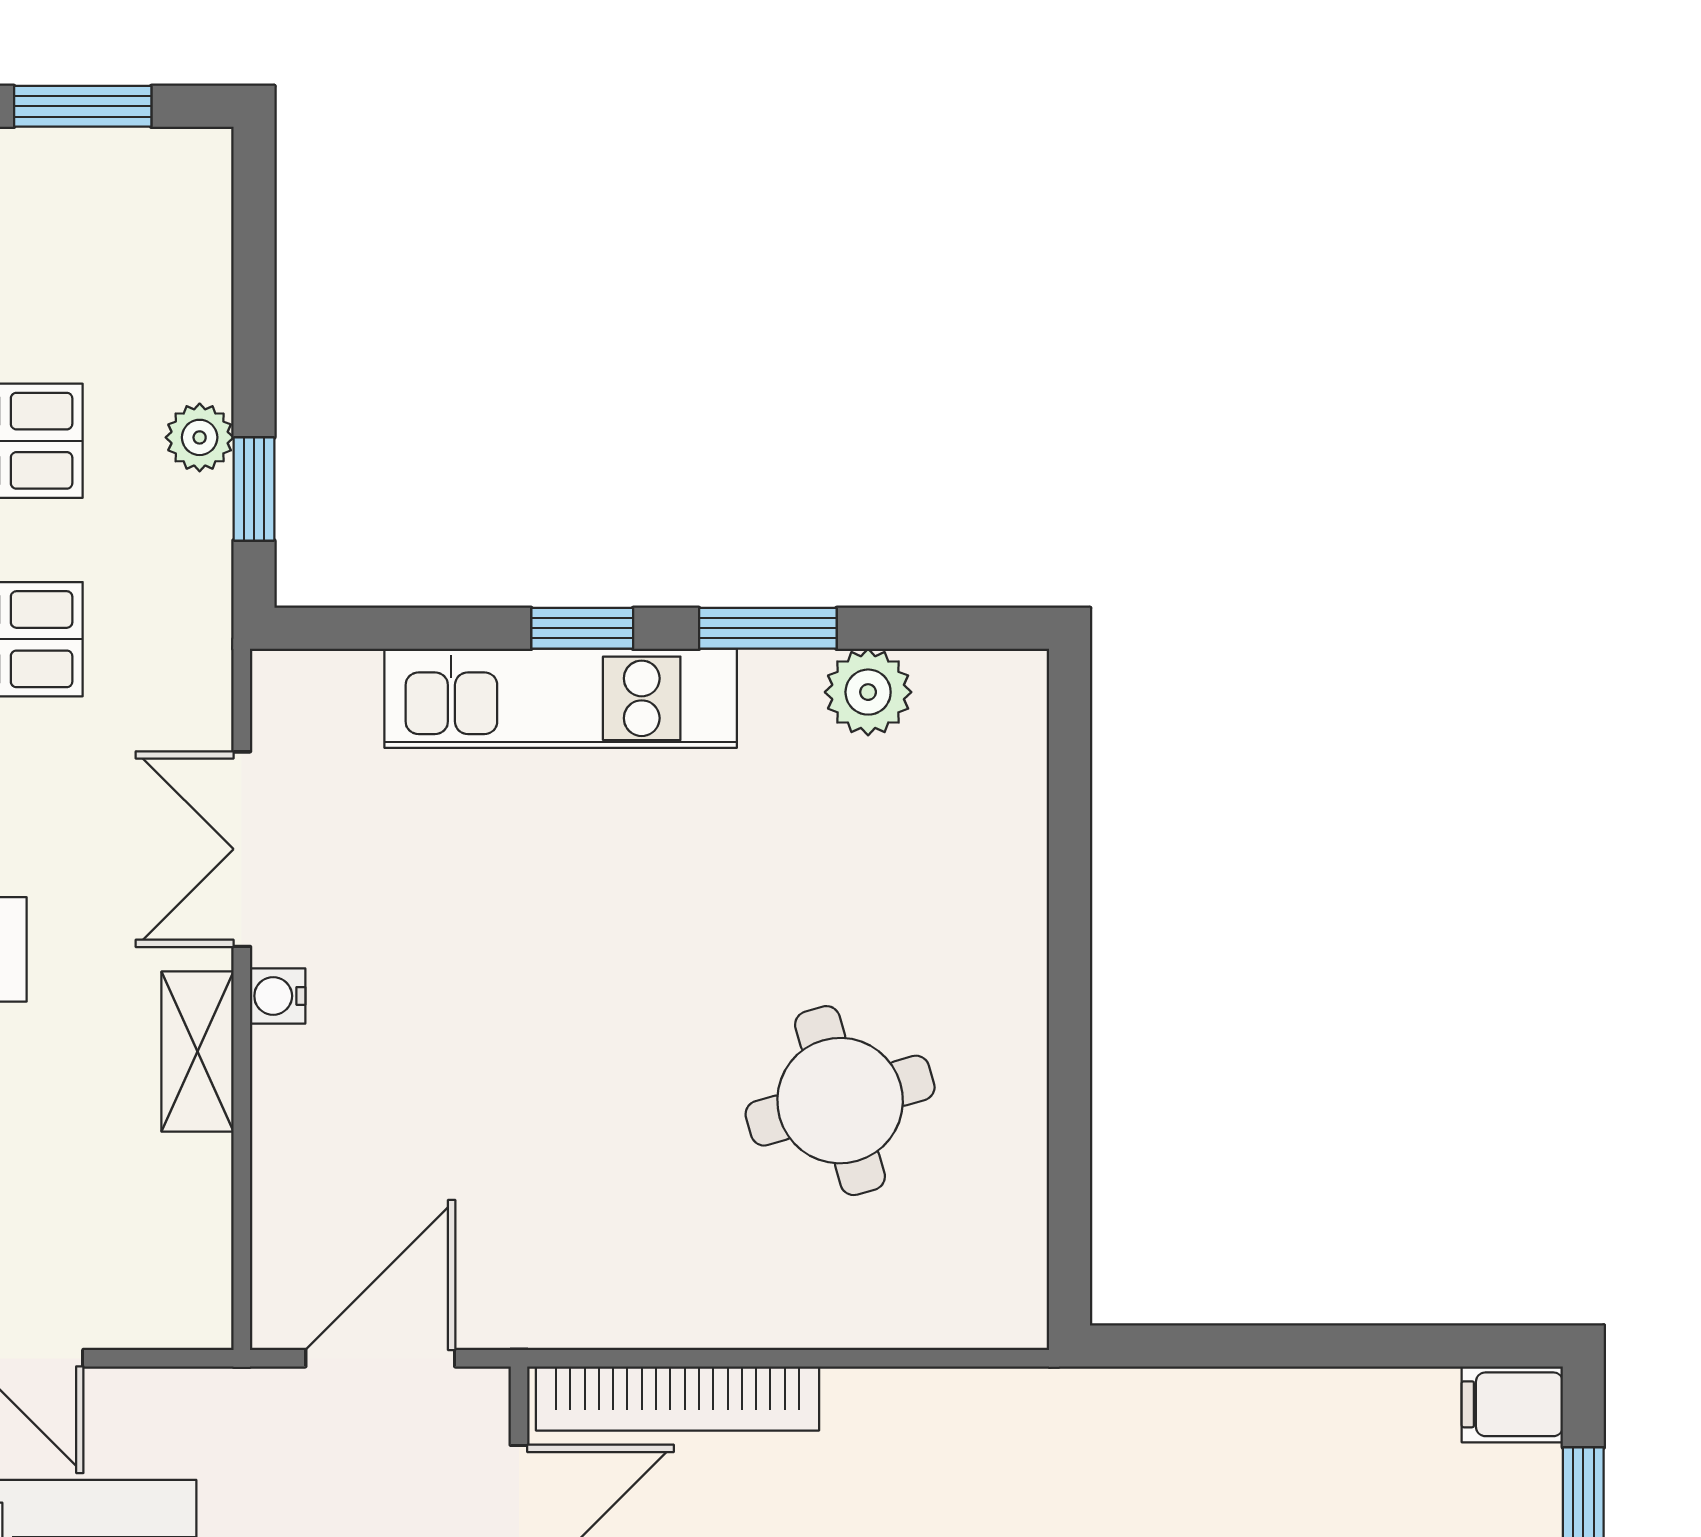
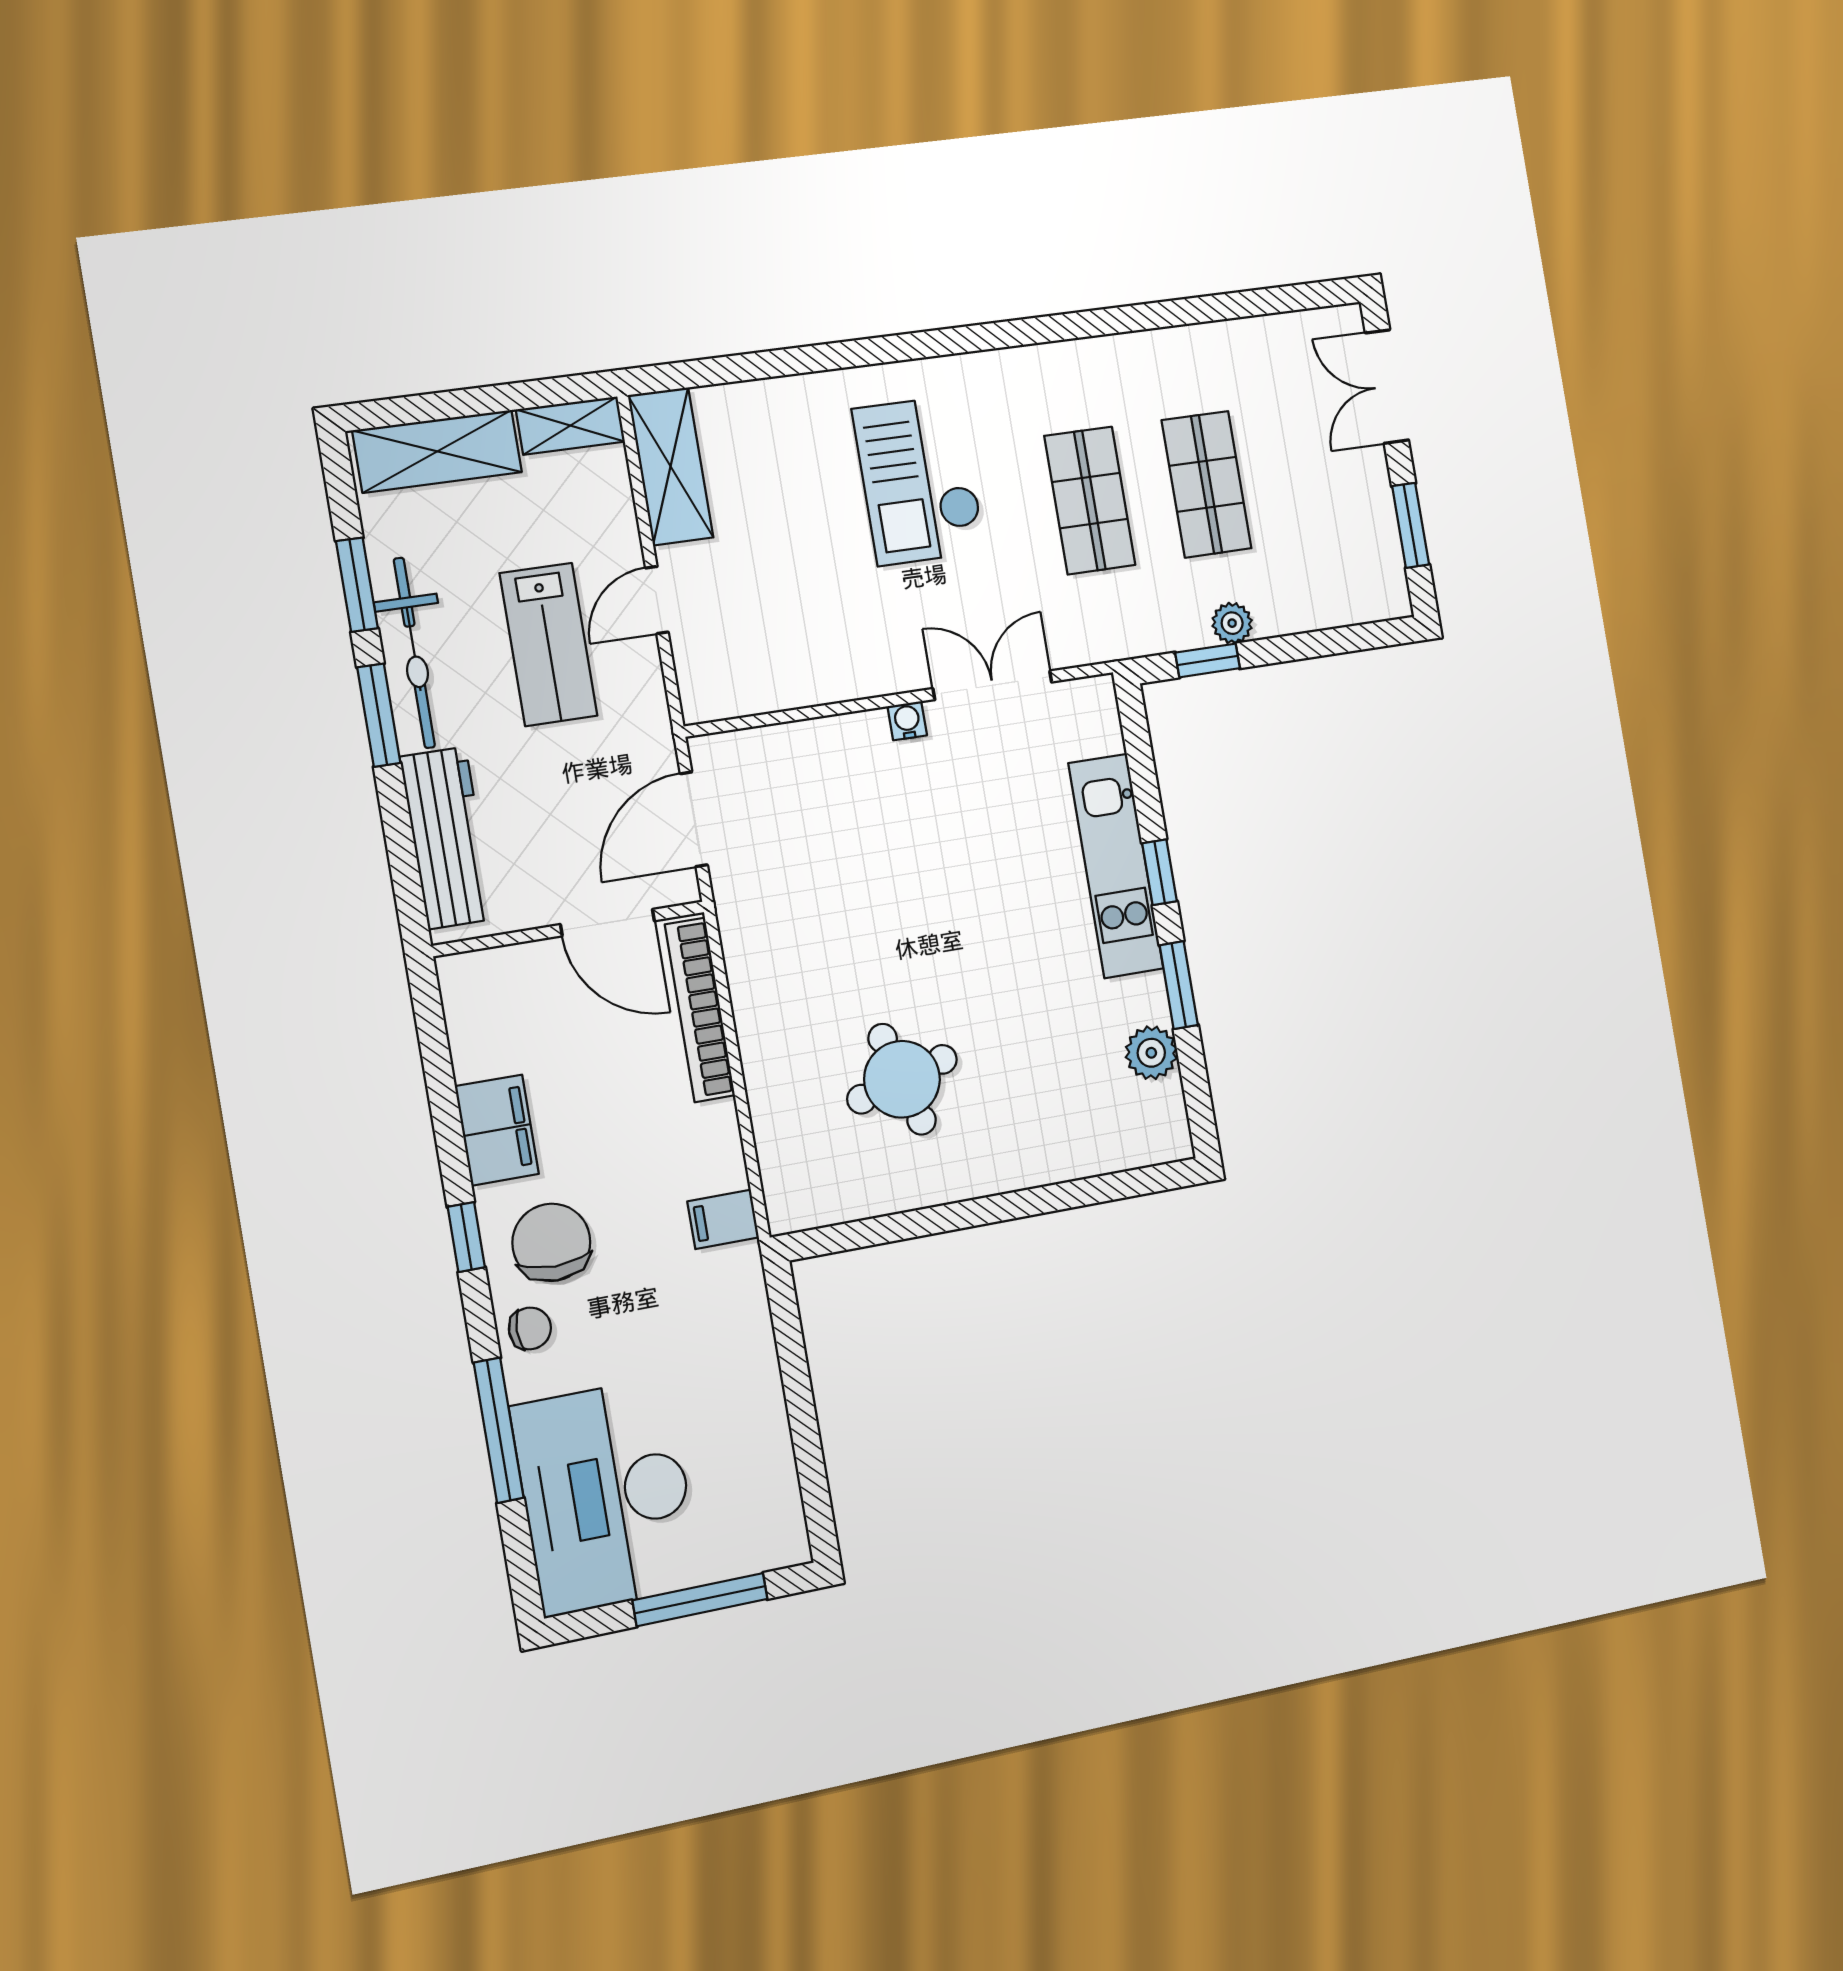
shelving: (198, 1052) -> (865, 677), removed
door: (380, 1358) -> (694, 819), swing flipped
filing cabinet: (1512, 1404) -> (723, 1219), moved, turned -90

